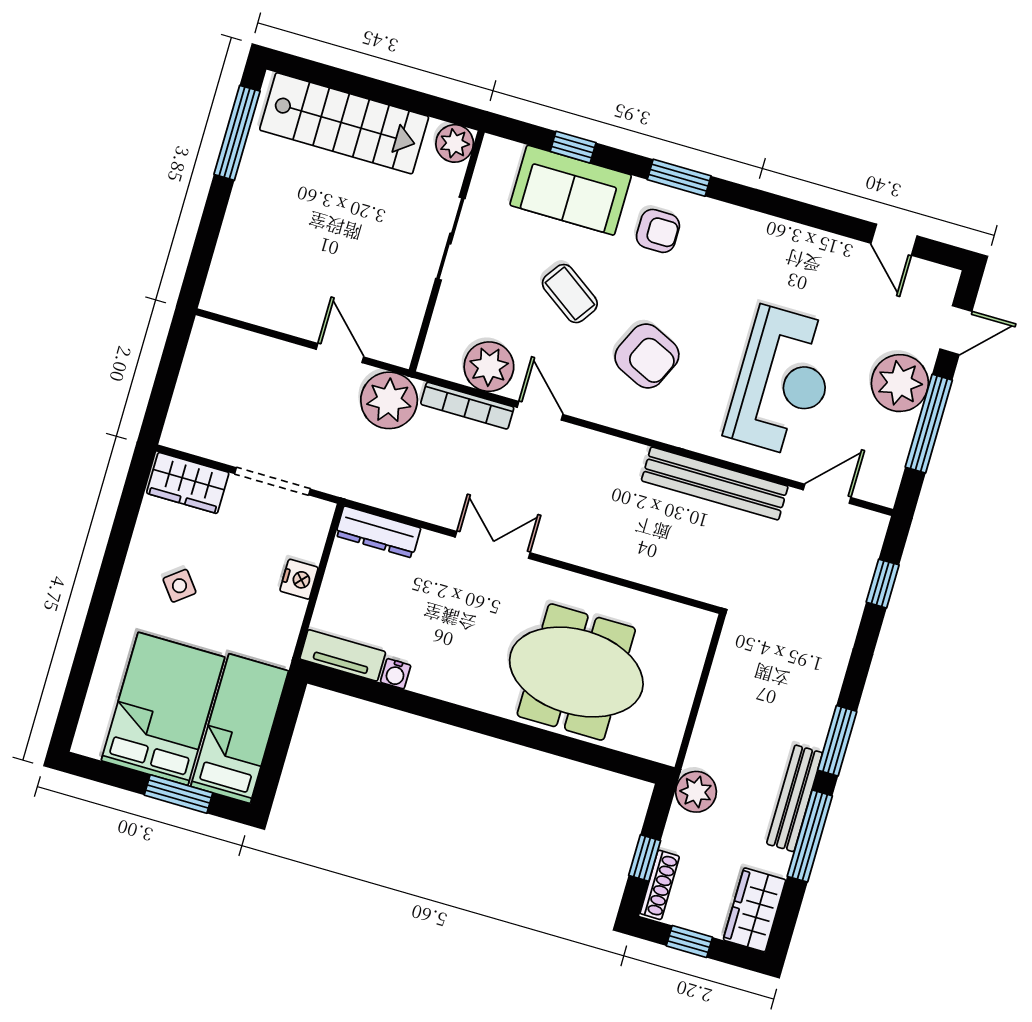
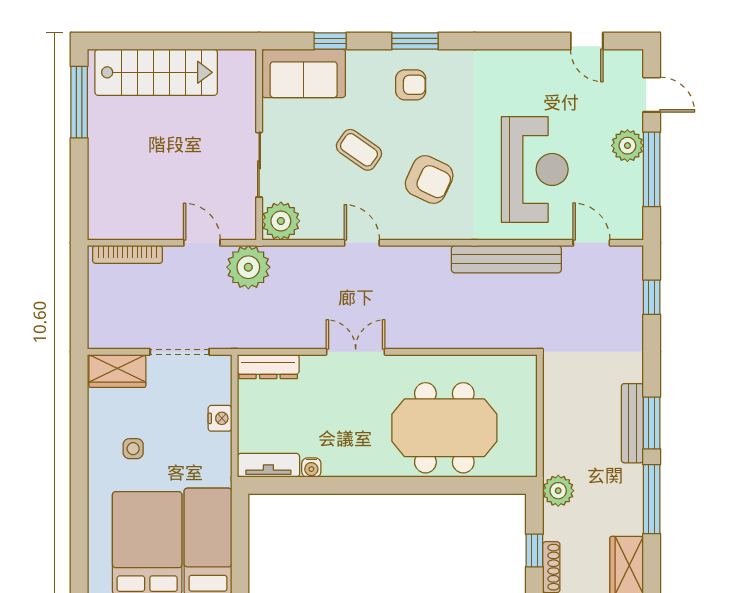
plant: (455, 143) -> (242, 64), removed
sofa: (571, 190) -> (304, 73), moved
sliding door: (450, 239) -> (259, 165), moved
door: (956, 330) -> (652, 95), hinge flipped
plant: (489, 367) -> (281, 221), moved
plant: (900, 383) -> (627, 146), width x0.73, depth x0.73
bookcase: (467, 406) -> (127, 254), moved
door: (827, 494) -> (591, 243), hinge flipped
side table: (179, 586) -> (133, 449), turned 38
bench: (795, 798) -> (632, 423), moved

